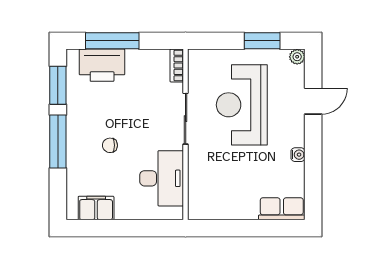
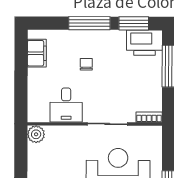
printer: (102, 65) -> (144, 43), moved, turned -90
desk: (162, 178) -> (66, 105), width x0.73
plant: (199, 209) -> (36, 134), added

